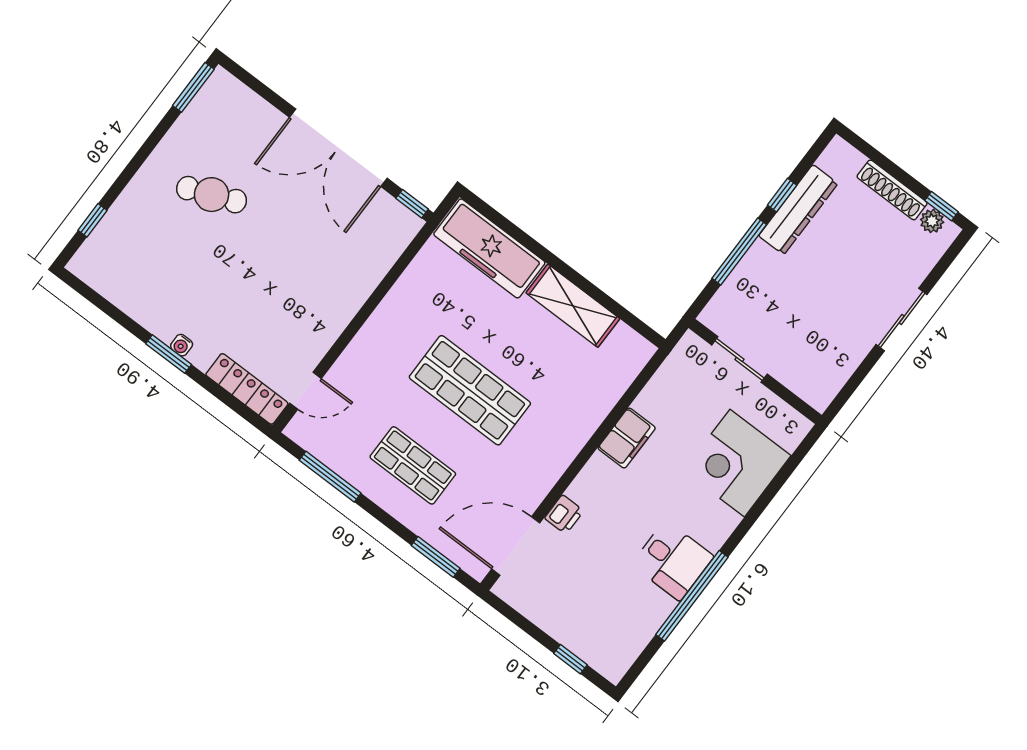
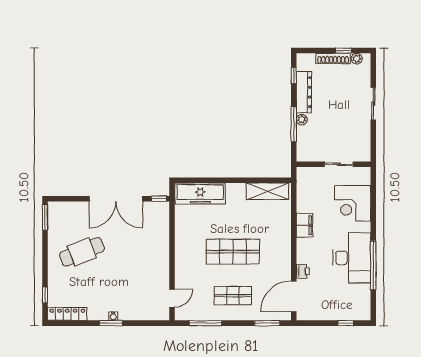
cafe table: (212, 195) -> (82, 252), width x1.37, depth x1.35
window: (782, 195) -> (294, 76), moved
window: (942, 206) -> (344, 51), moved
plant: (759, 254) -> (302, 120), added
shelving: (573, 306) -> (268, 191), moved
sliding door: (739, 359) -> (339, 164), moved
locker: (247, 389) -> (67, 314), moved
desk: (673, 560) -> (352, 258), width x1.87, depth x1.30

